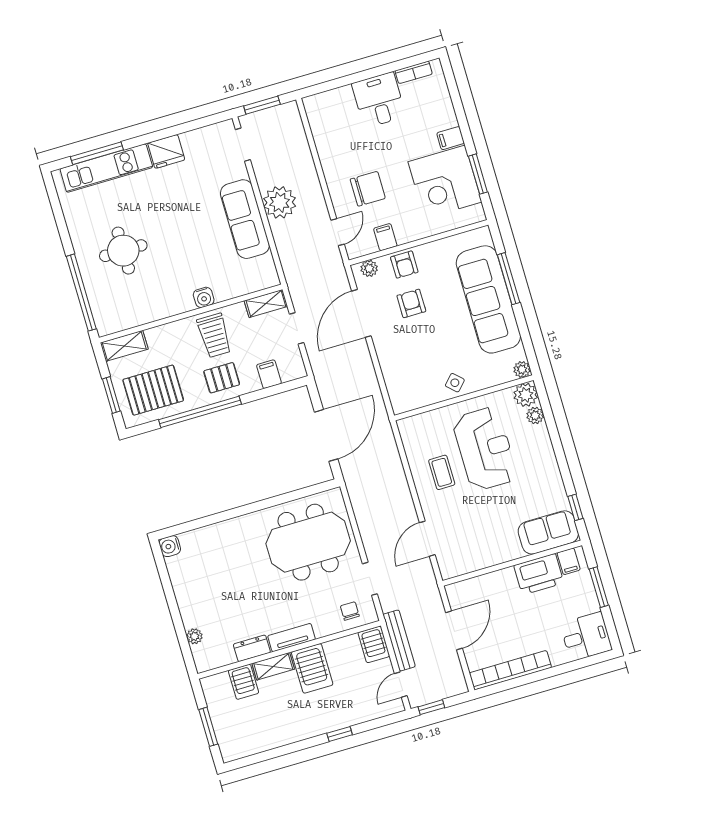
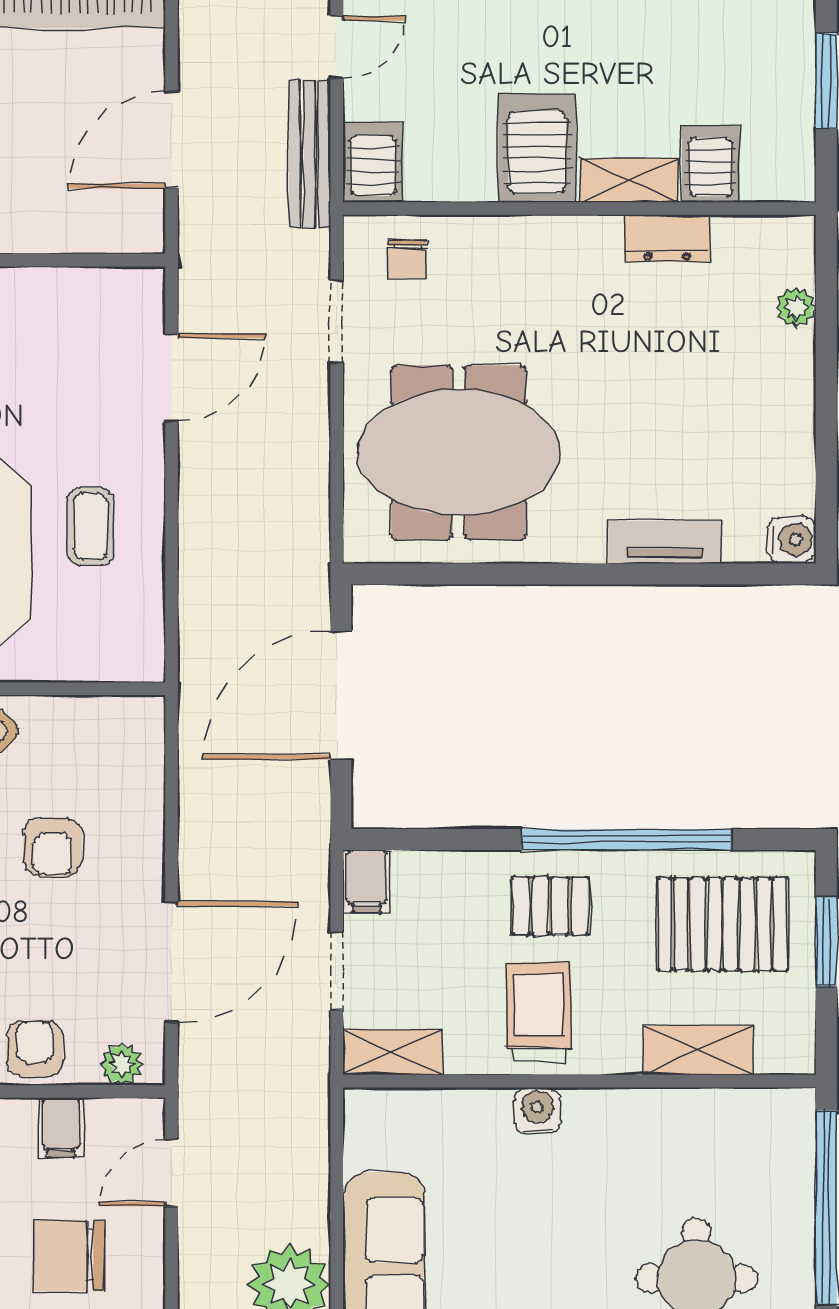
armchair: (411, 303) -> (53, 847), moved
shelving: (124, 346) -> (698, 1050), moved
filing cabinet: (269, 374) -> (367, 881), moved
tv unit: (291, 638) -> (665, 542), moved, turned 180

